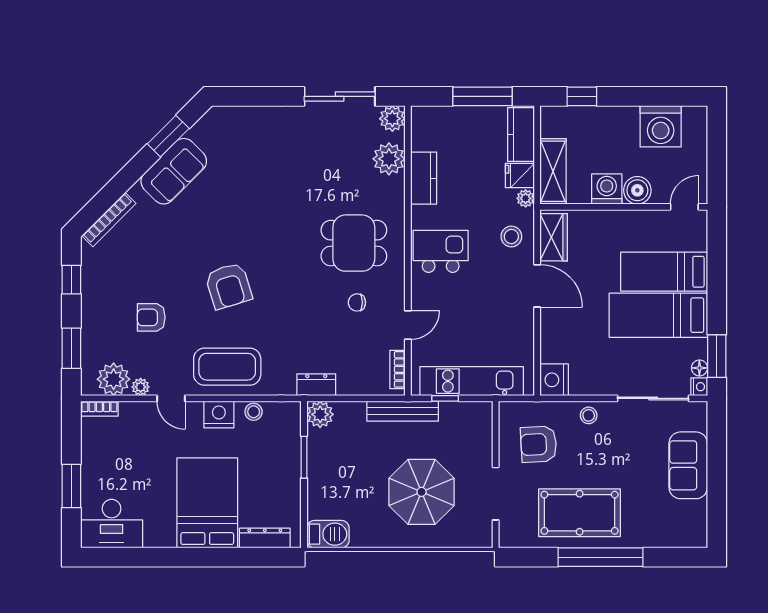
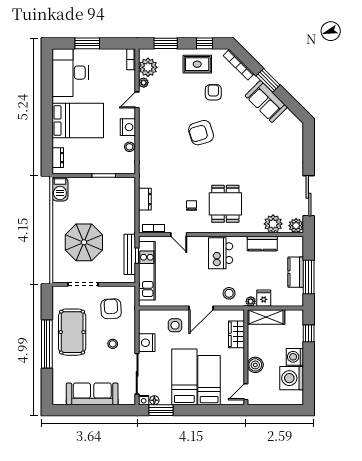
kitchen counter: (521, 135) -> (296, 272), moved, turned -90
window: (168, 136) -> (268, 80), moved
washing machine: (607, 189) -> (295, 357), moved, turned 180
door: (684, 207) -> (246, 392), swing flipped
wardrobe: (554, 237) -> (237, 334), moved, turned 90
kitchen island: (441, 251) -> (221, 253), turned 180
rug: (108, 293) -> (197, 64), added
armchair: (151, 317) -> (213, 92), moved
side table: (568, 332) -> (175, 325), added
coffee table: (227, 367) -> (155, 132), removed
nightstand: (554, 380) -> (147, 343), moved, turned -90
dresser: (316, 385) -> (145, 199), moved
bench: (403, 411) -> (130, 254), moved
plant: (320, 414) -> (128, 185), removed
stool: (589, 415) -> (113, 344), moved
sofa: (688, 465) -> (92, 394), width x1.36
desk: (112, 524) -> (70, 73), width x1.36, depth x1.30
dresser: (265, 538) -> (58, 158), width x0.70

